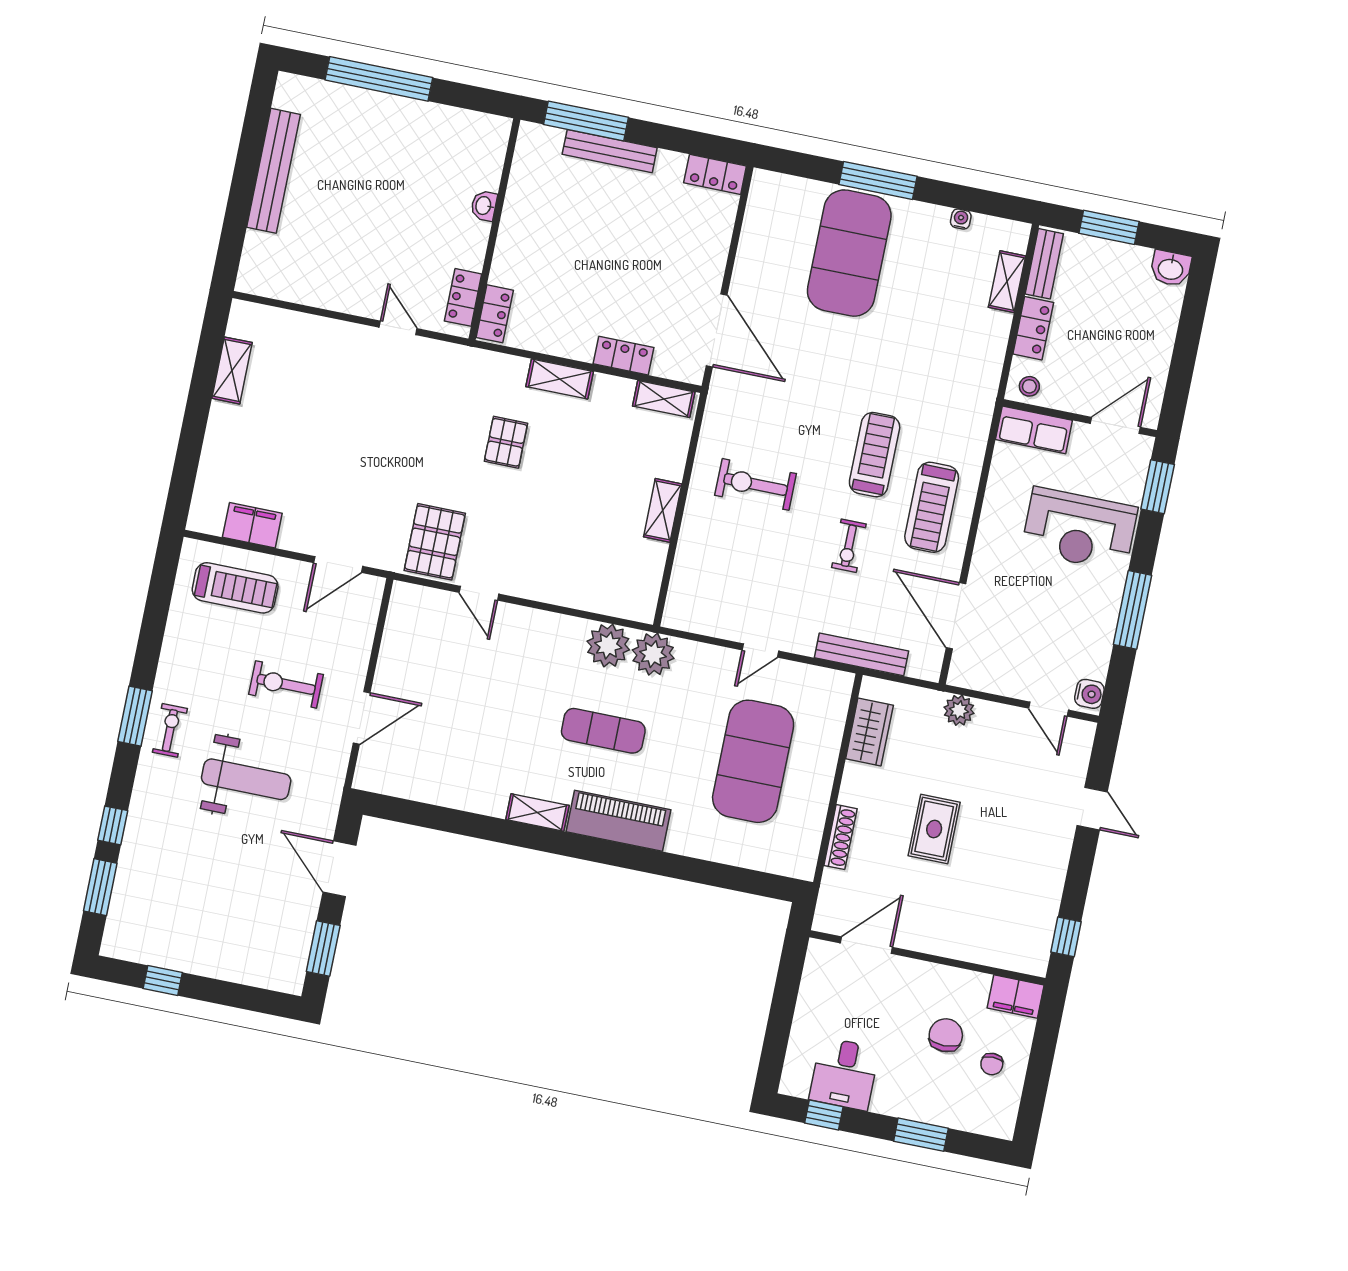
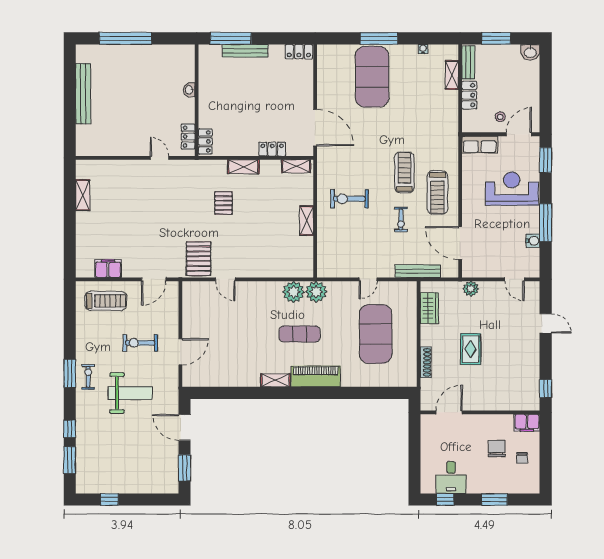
stool: (1029, 386) -> (500, 117), moved
reception desk: (1079, 529) -> (512, 189), turned 180
water cooler: (1089, 694) -> (533, 241), moved

